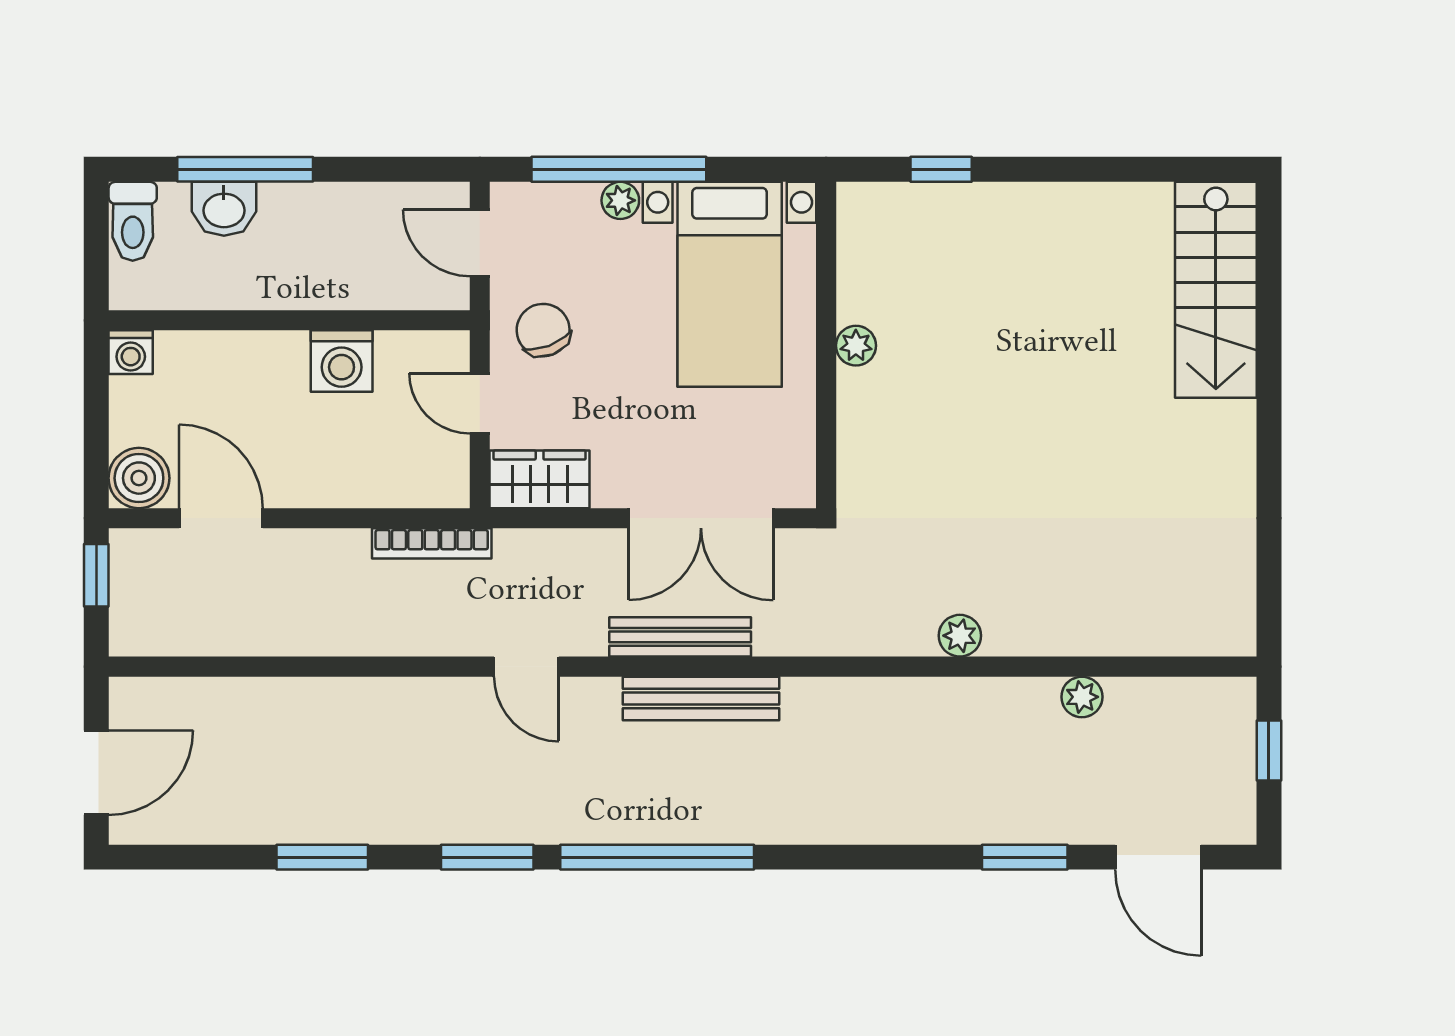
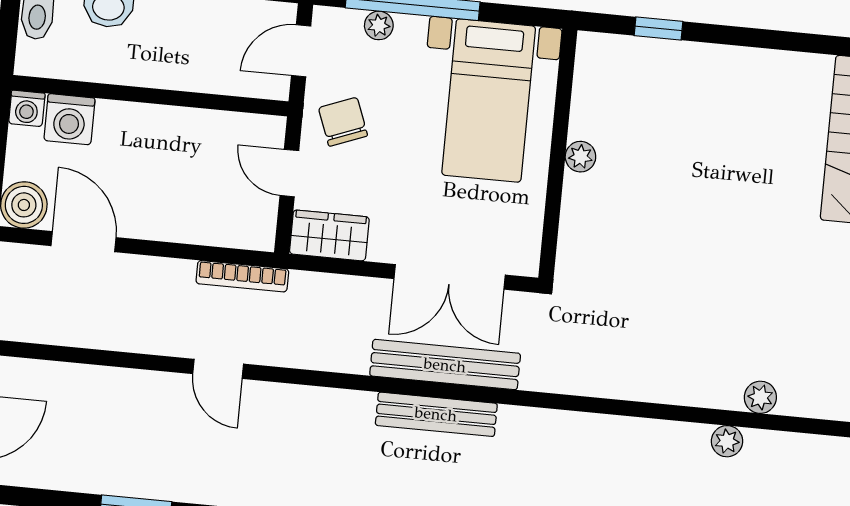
plant: (620, 200) -> (379, 25), moved
door: (480, 243) -> (301, 51), hinge flipped
washing machine: (342, 361) -> (69, 119), moved
plant: (960, 636) -> (760, 397), moved
bench: (680, 637) -> (445, 365), width x1.37, depth x1.21
door: (526, 667) -> (218, 369), moved

